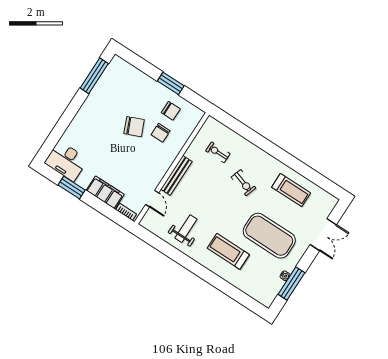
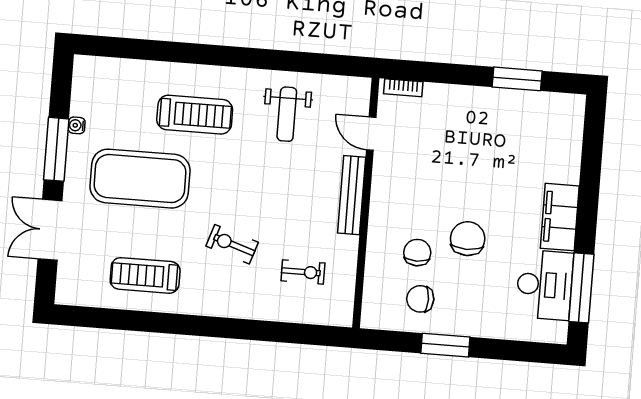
chair: (134, 127) -> (468, 239), turned 113
desk: (66, 161) -> (545, 285), moved, turned 90
filing cabinet: (105, 192) -> (560, 217), moved, turned 90
window: (291, 284) -> (56, 149), moved

